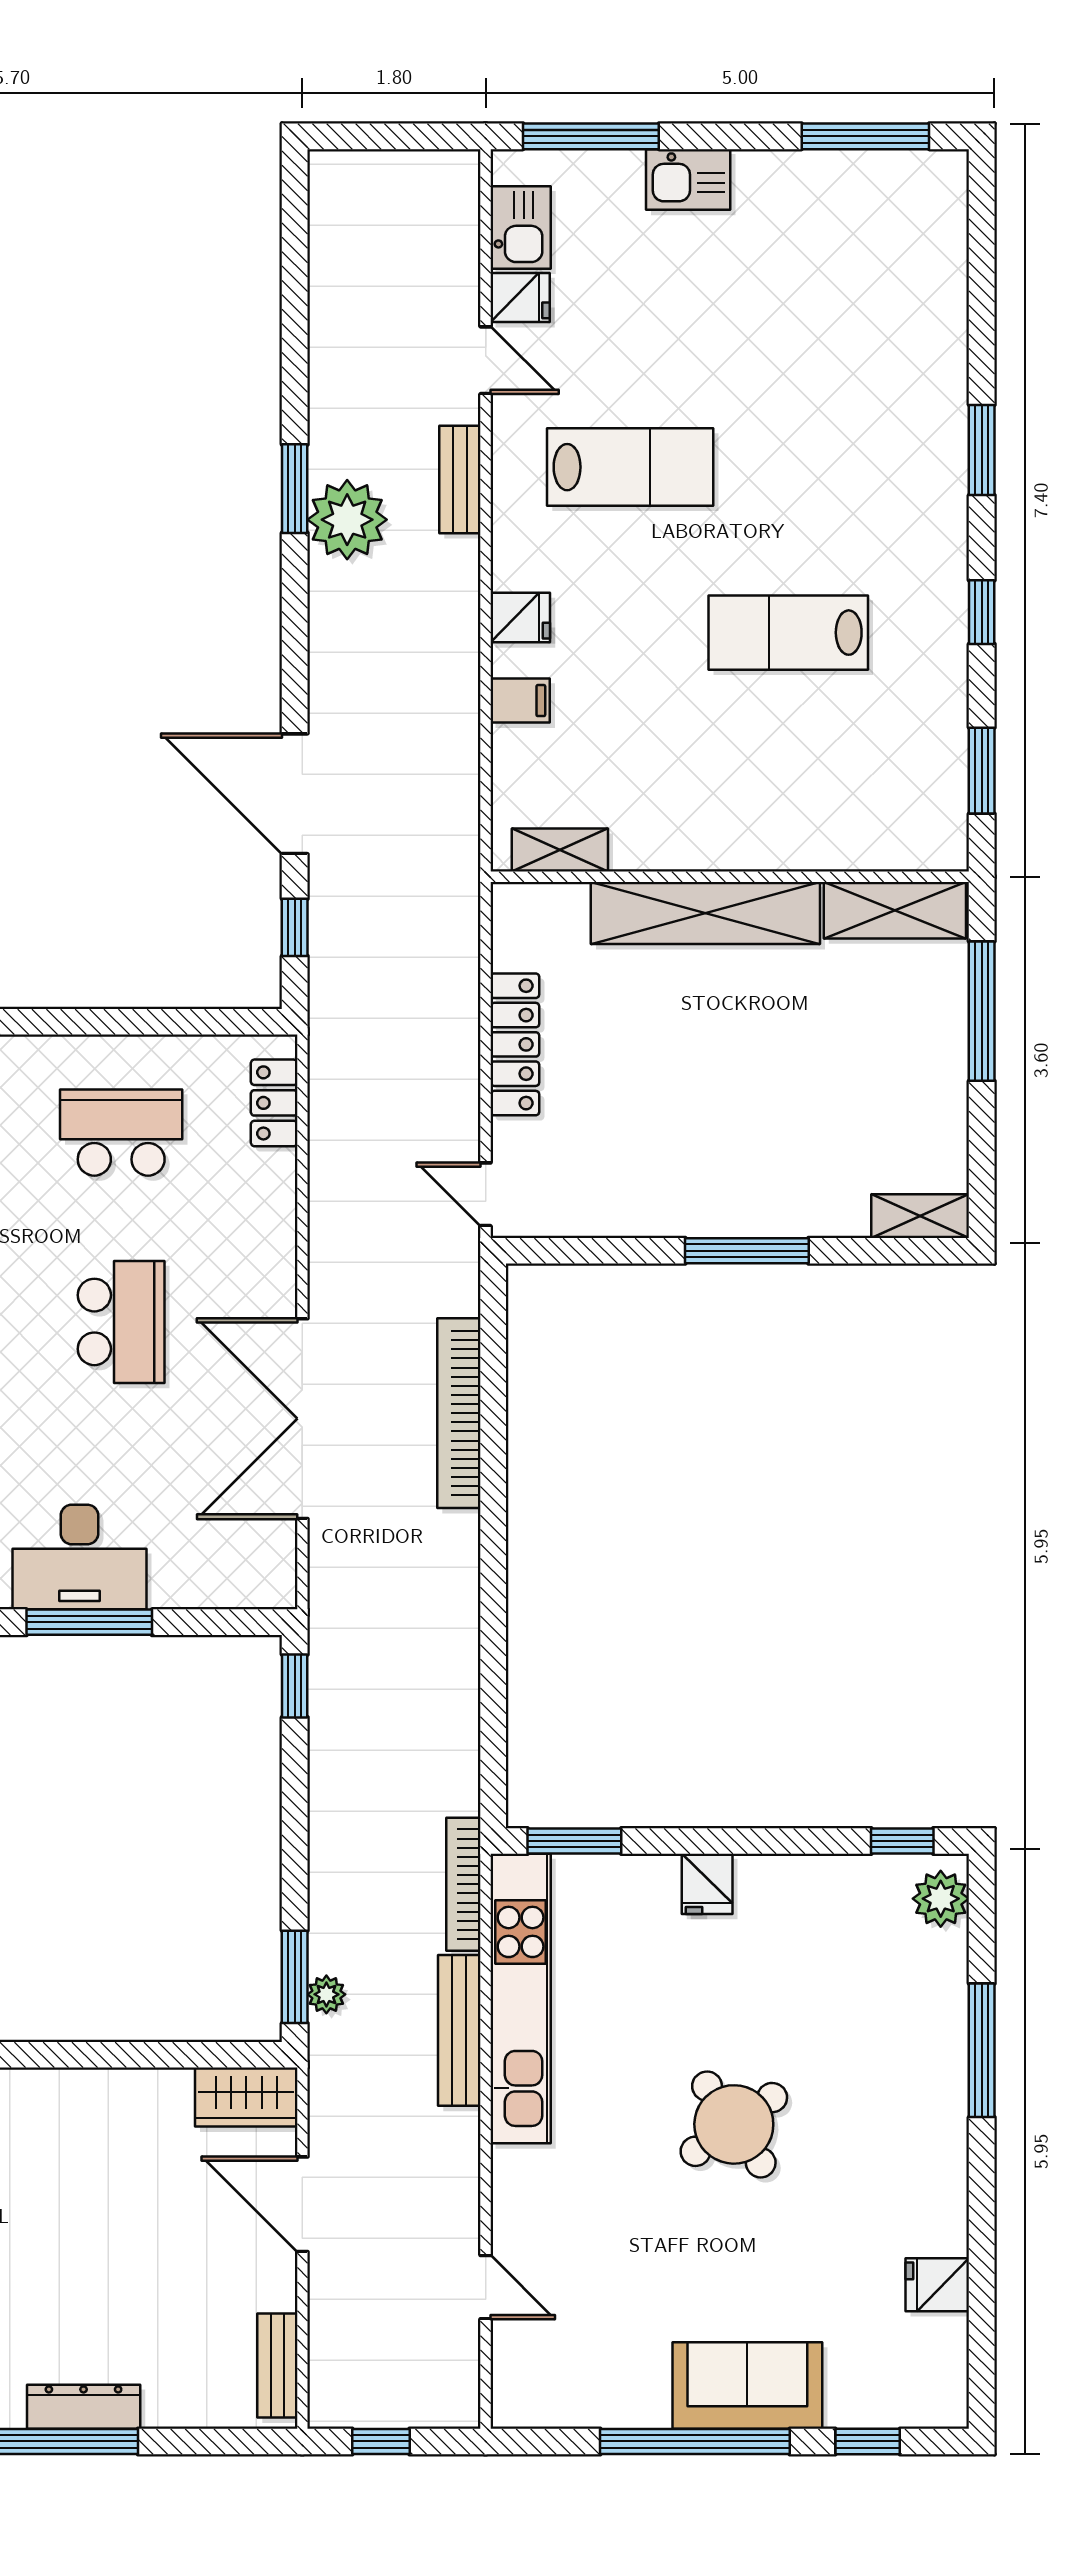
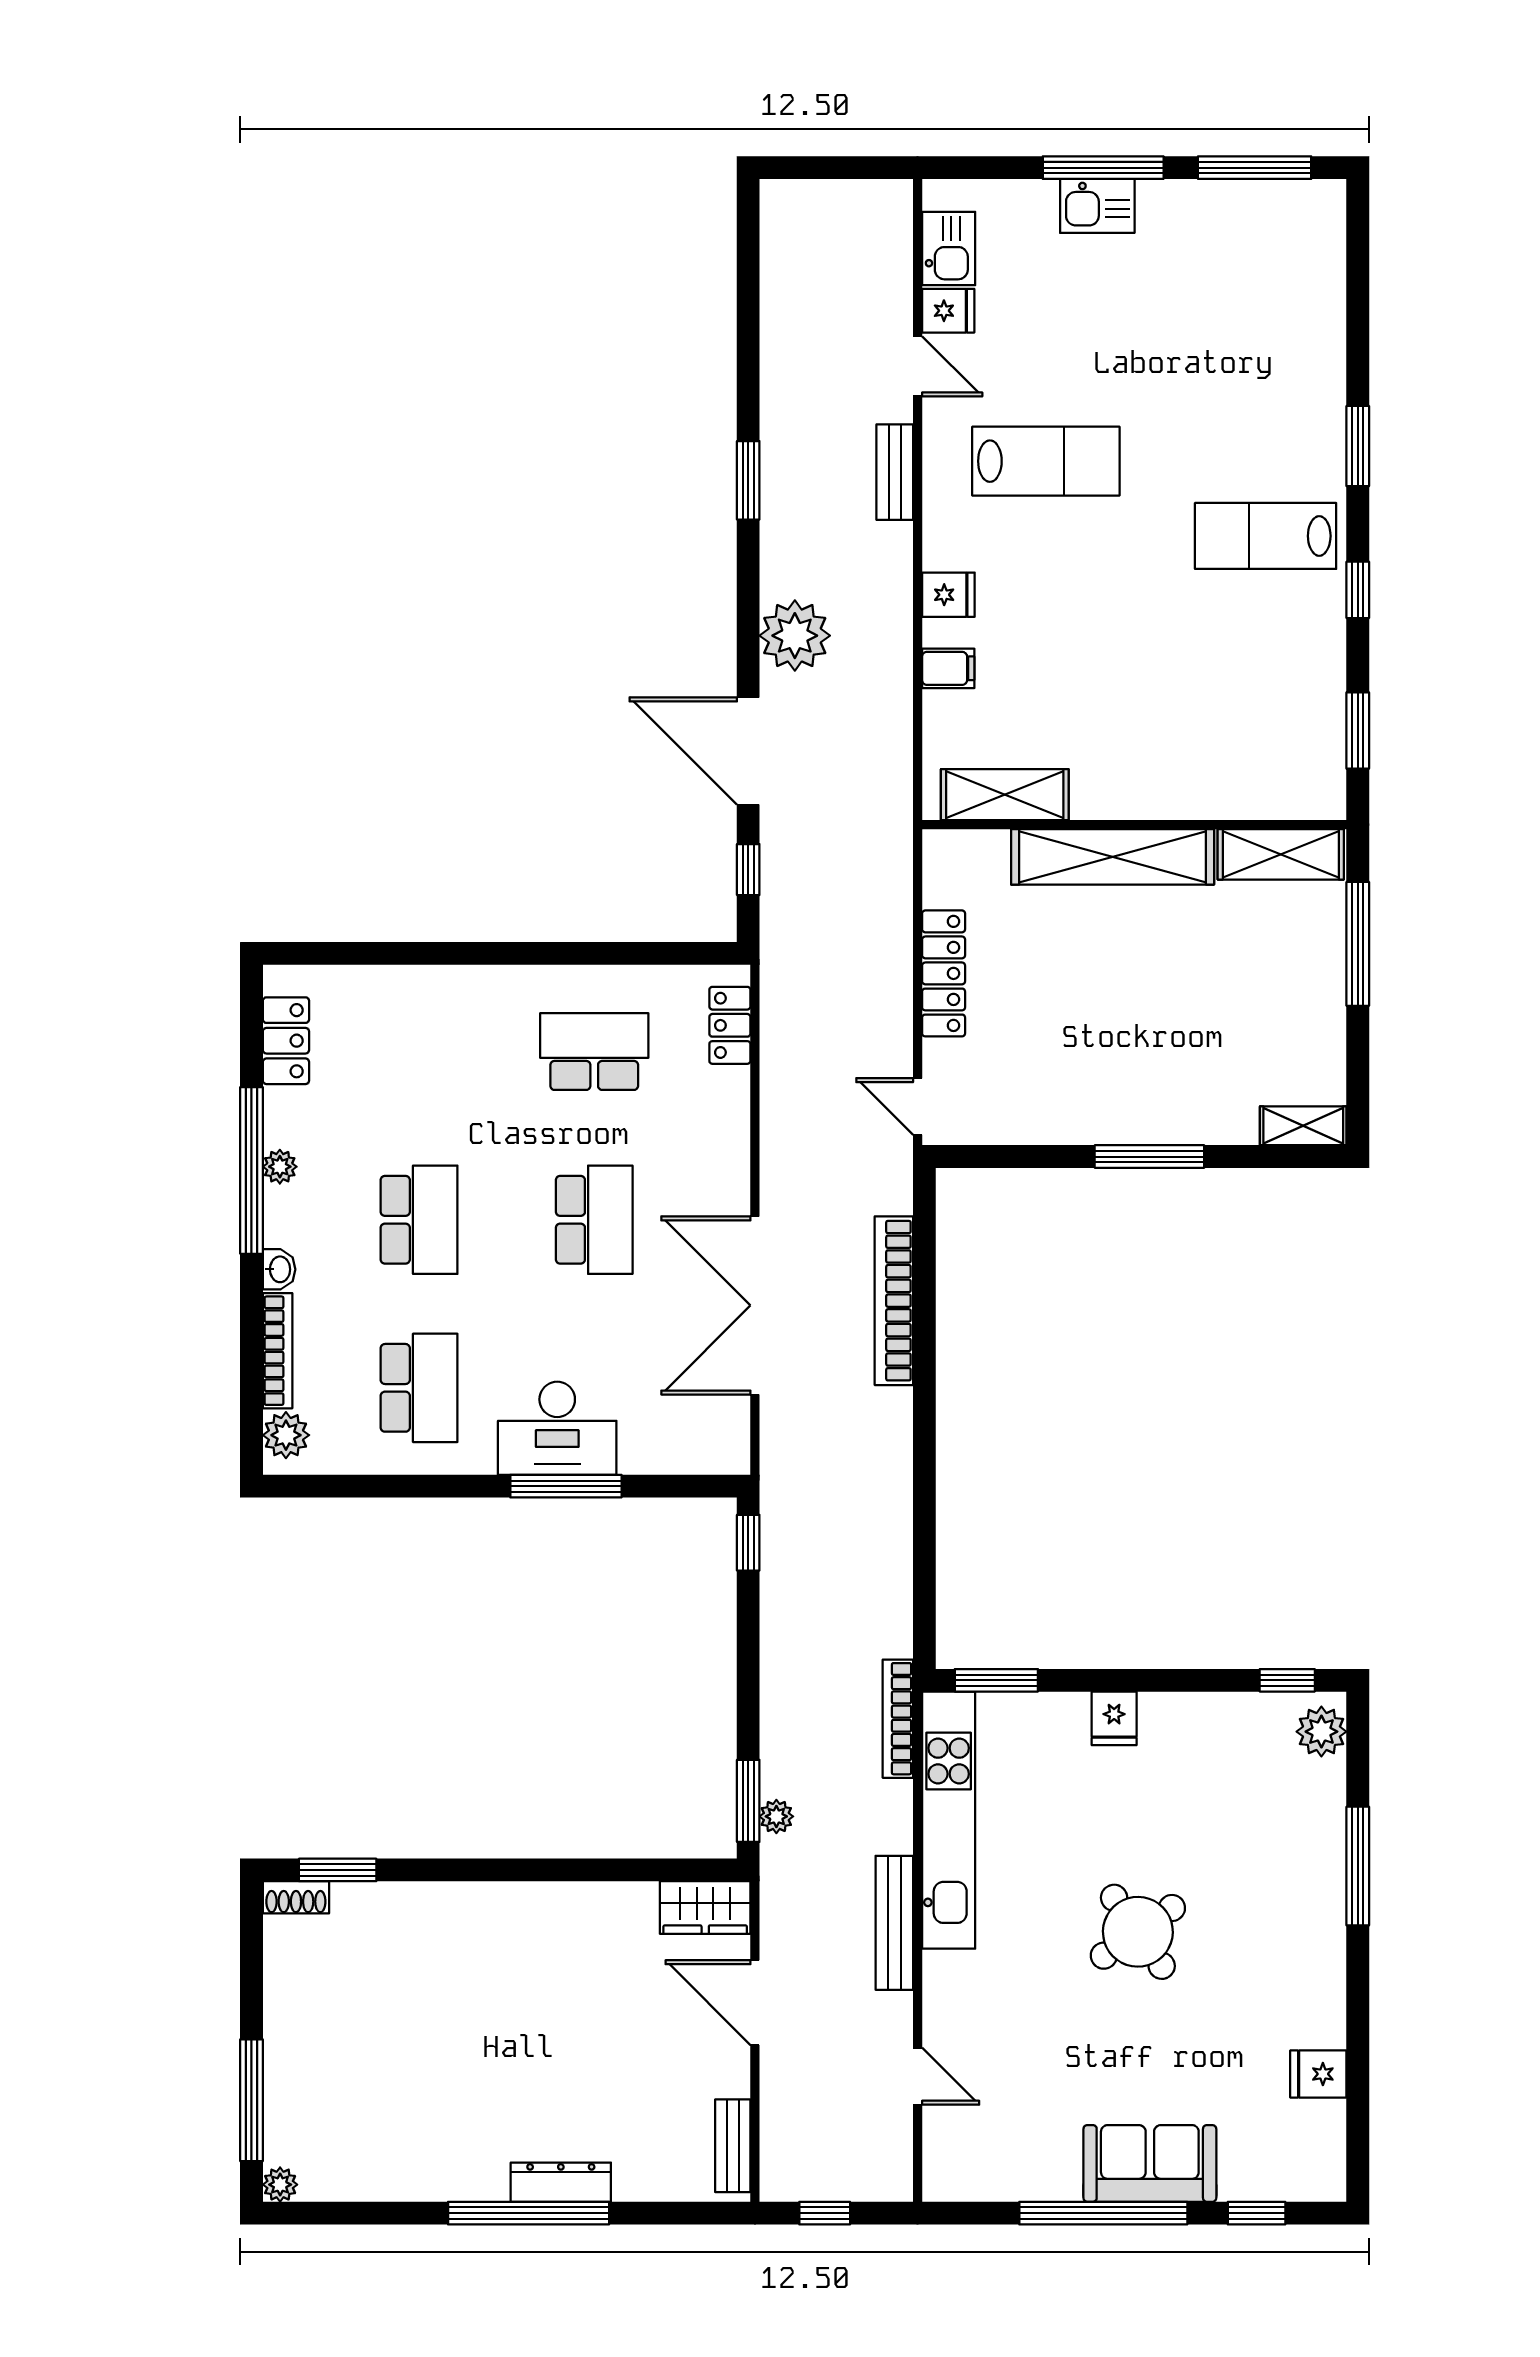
window: (591, 136) -> (1103, 168), moved
plant: (347, 520) -> (795, 636), moved
lab bench: (788, 633) -> (1266, 536), moved
shelving: (560, 850) -> (1005, 795), width x1.50, depth x1.33
bench: (459, 2030) -> (894, 1923), moved

